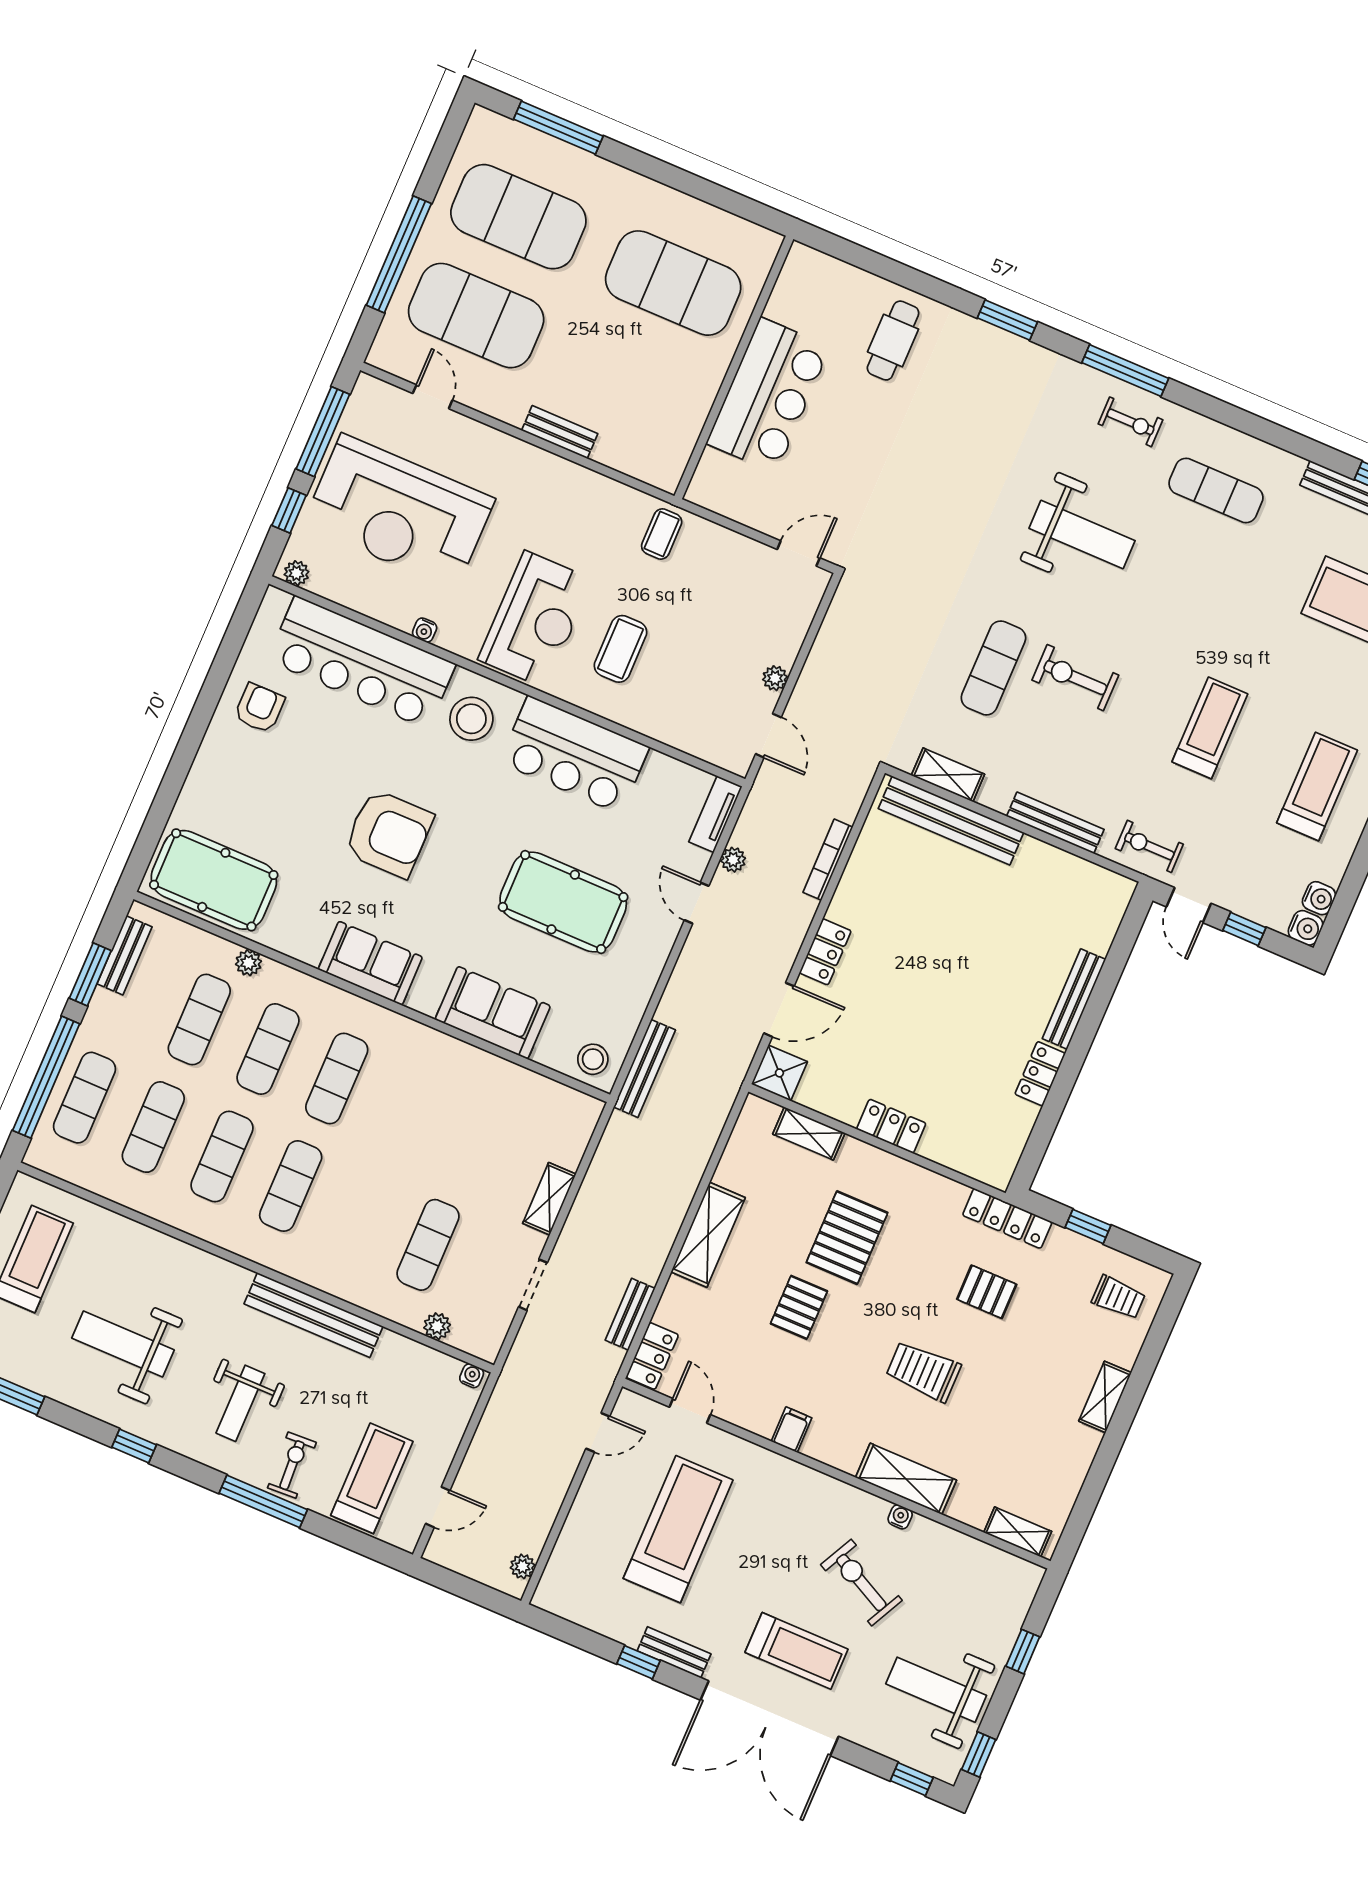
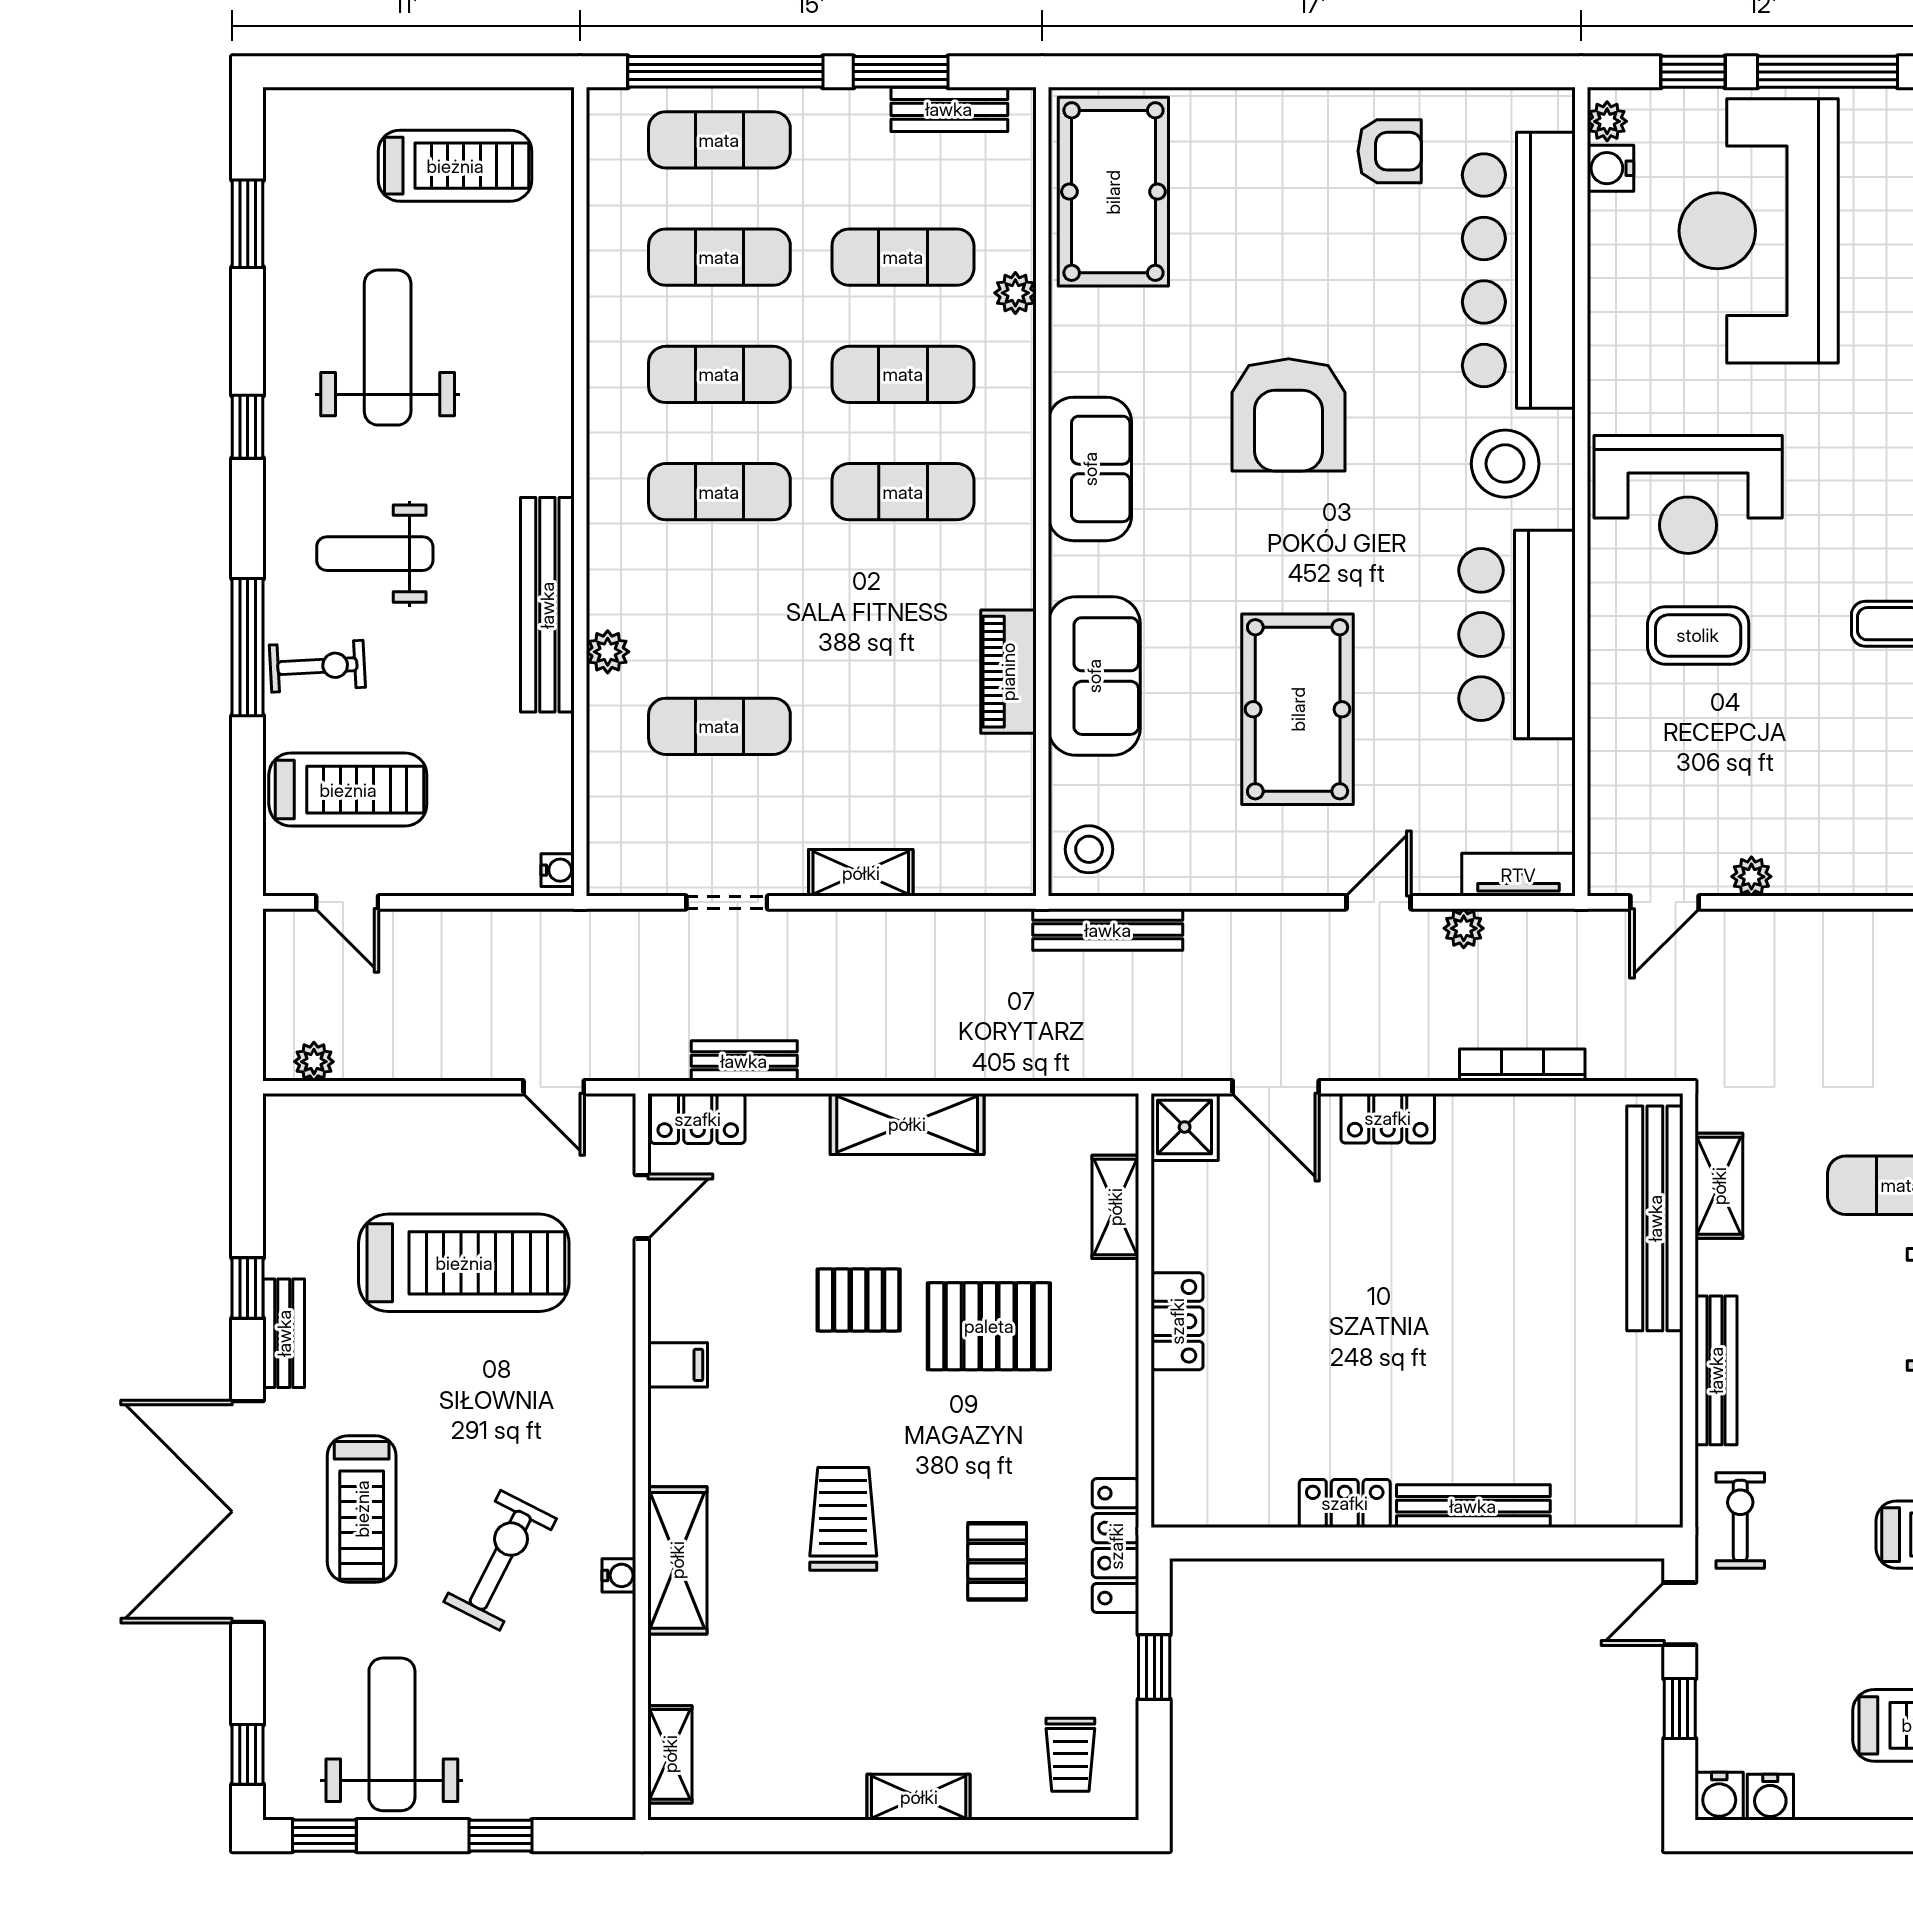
water cooler: (425, 630) -> (1611, 168), moved, width x1.38, depth x1.38
piano: (469, 1062) -> (1008, 672), added
plant: (437, 1326) -> (608, 652), moved

